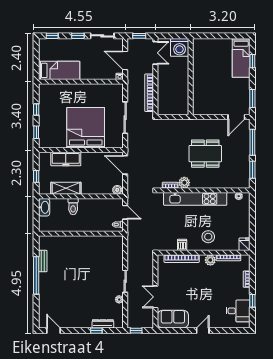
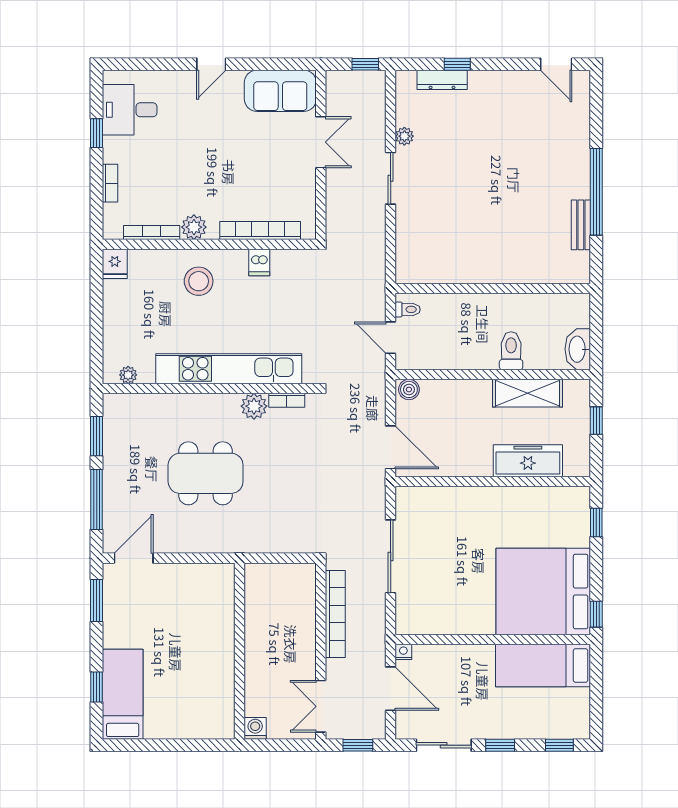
washing machine: (180, 47) -> (255, 728), width x0.53, depth x0.53
window: (36, 110) -> (596, 614), moved
bed: (86, 128) -> (543, 592), moved, turned 90

